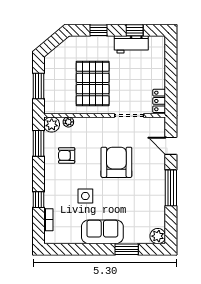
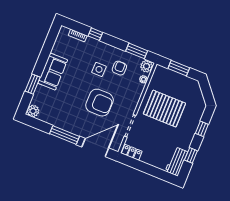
workbench: (131, 44) -> (176, 161), moved
door: (171, 146) -> (95, 147), width x1.88
side table: (85, 196) -> (99, 69), moved

